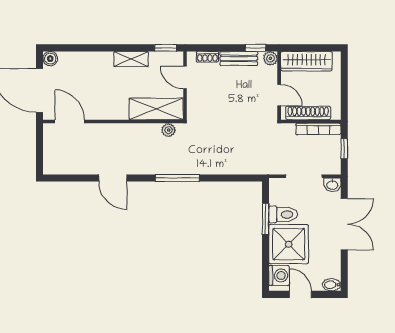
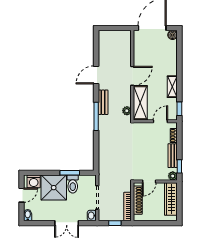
door: (70, 121) -> (132, 76), moved
bench: (155, 167) -> (103, 102), added
double door: (344, 224) -> (67, 223), width x0.73

